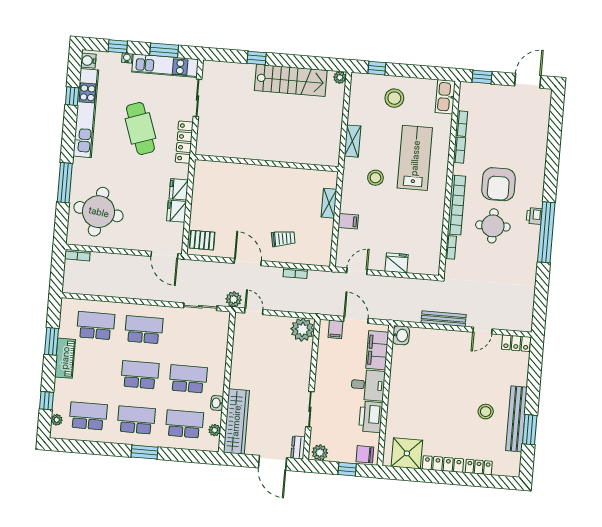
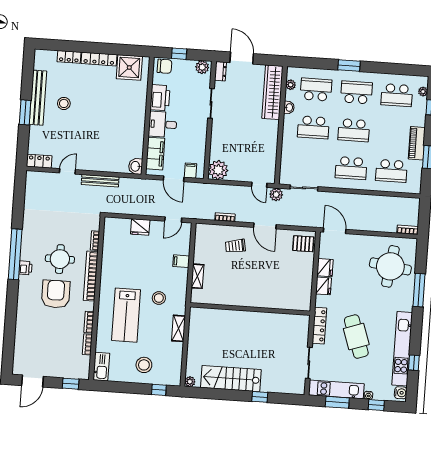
school desk: (136, 420) -> (356, 92), turned 180
school desk: (184, 424) -> (316, 90), turned 180
window: (530, 430) -> (25, 112), moved

